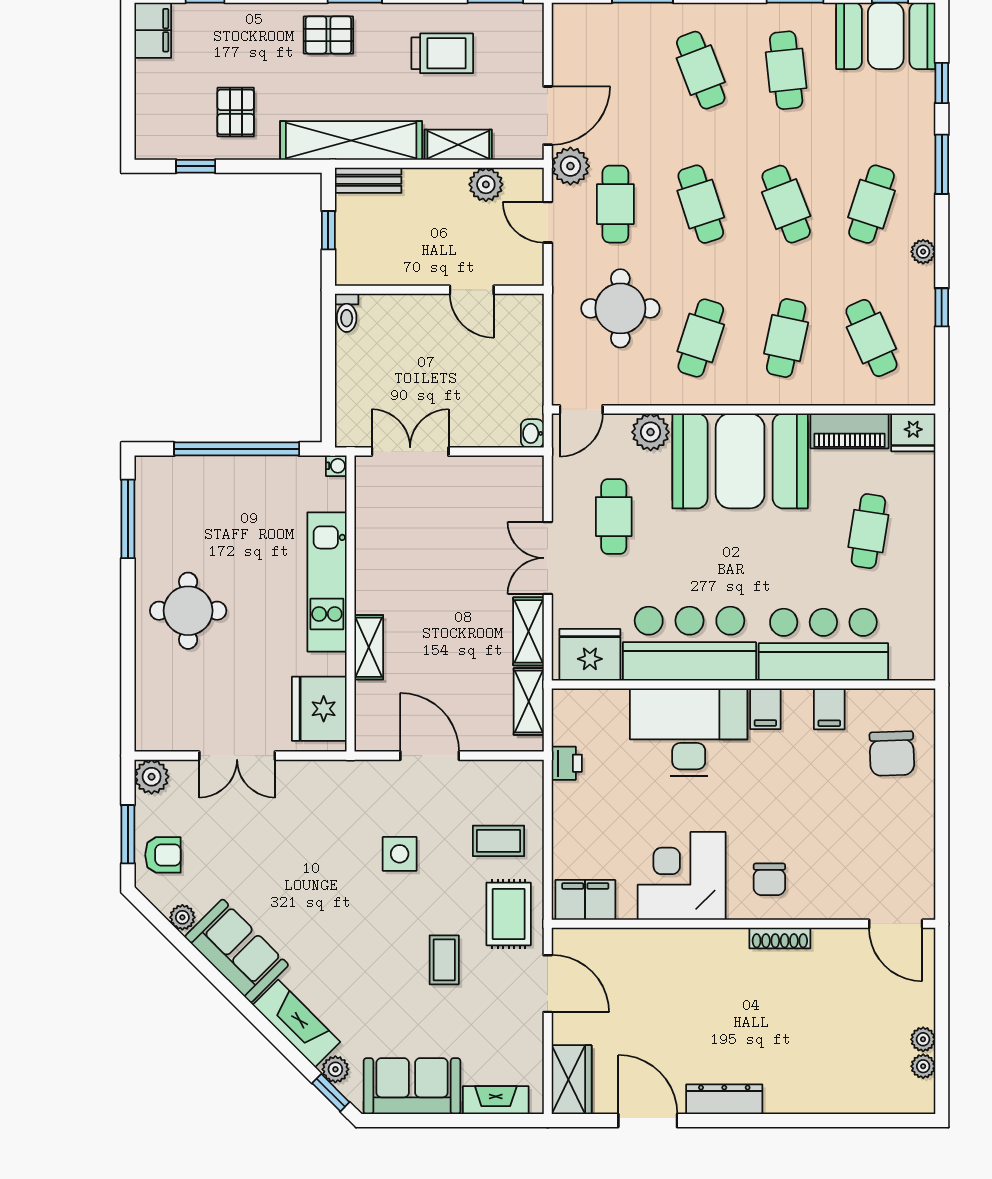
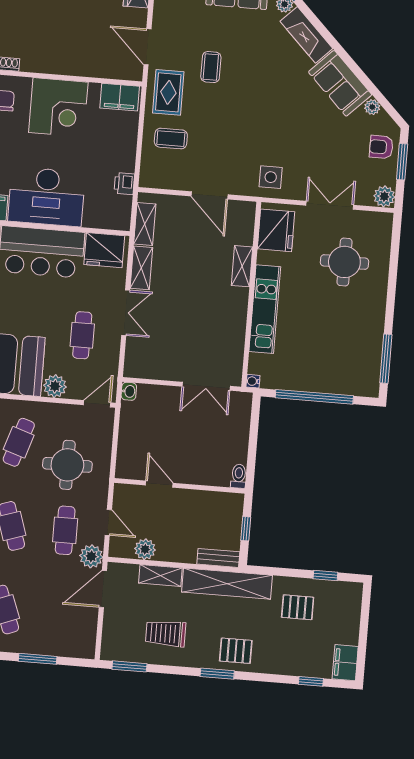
pallet: (236, 112) -> (298, 607), turned 90
round table: (188, 611) -> (344, 262), moved
side table: (400, 854) -> (271, 177), moved

